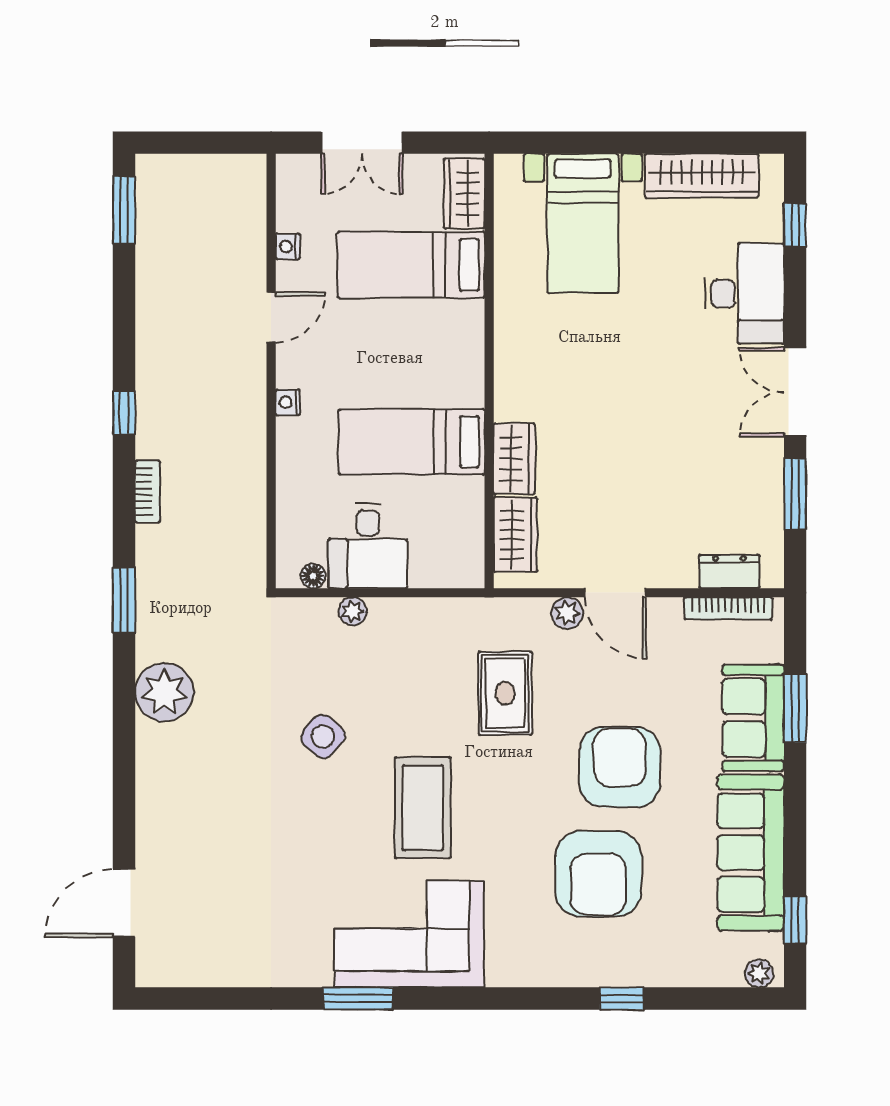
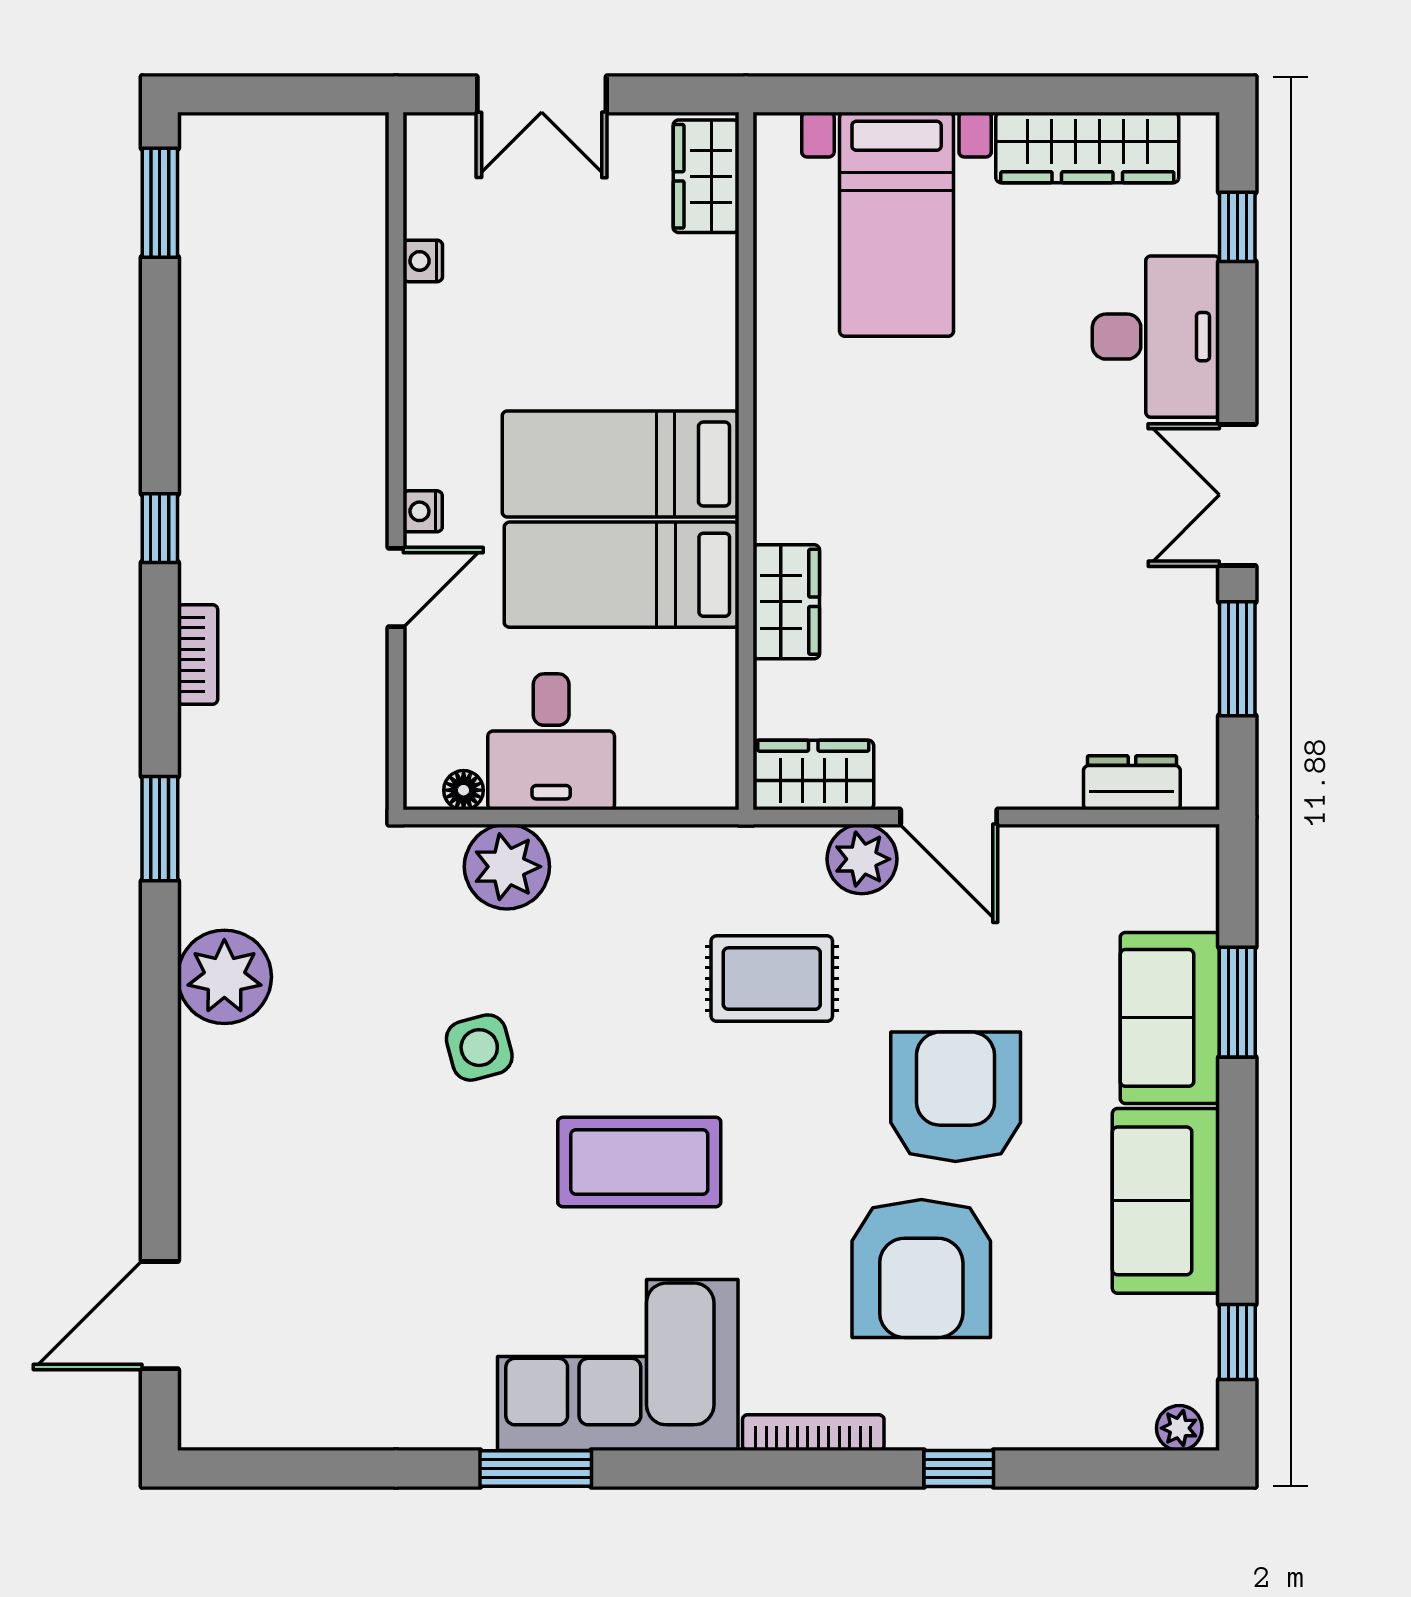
bed: (411, 265) -> (621, 464), moved
door: (271, 317) -> (396, 587), moved
wardrobe: (515, 535) -> (813, 775), moved, turned -90
bookcase: (728, 608) -> (813, 1433), moved, turned 180
plant: (353, 611) -> (507, 867), width x1.88, depth x1.88
plant: (567, 613) -> (862, 859), width x1.38, depth x1.38
rug: (505, 693) -> (772, 979), turned 90
side table: (323, 736) -> (479, 1048), turned 34
coffee table: (423, 808) -> (639, 1162), turned 90
sofa: (751, 853) -> (1166, 1201), width x0.73

